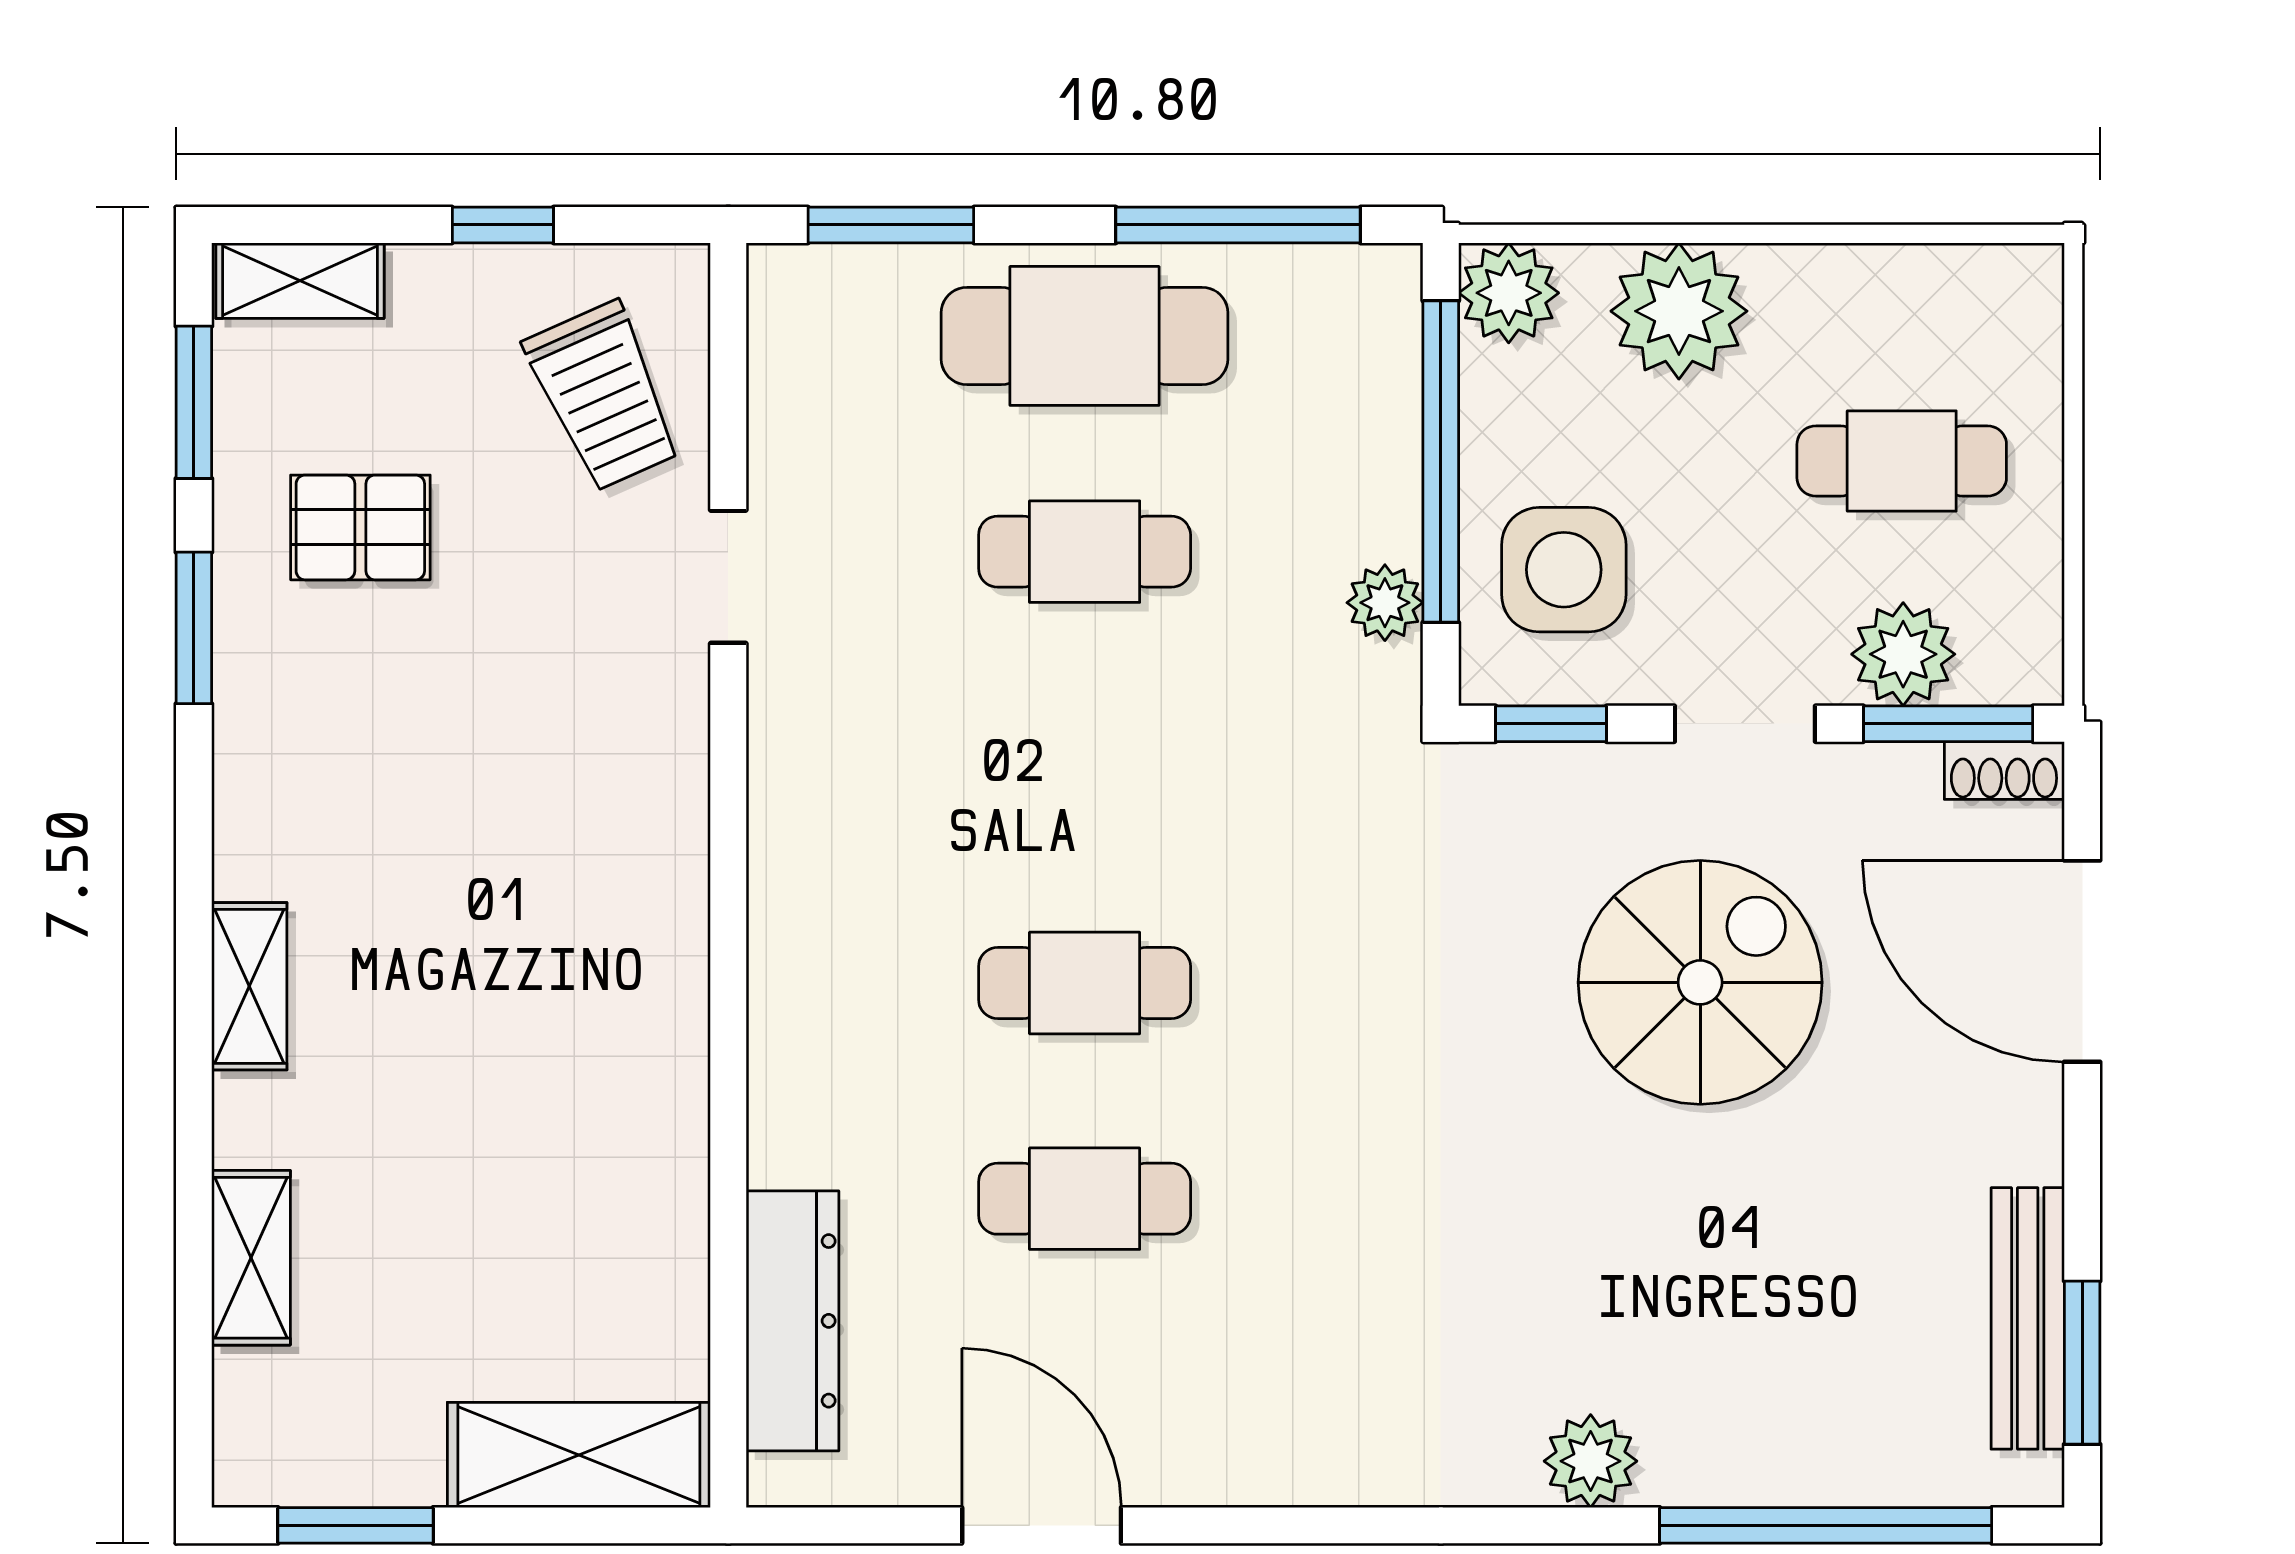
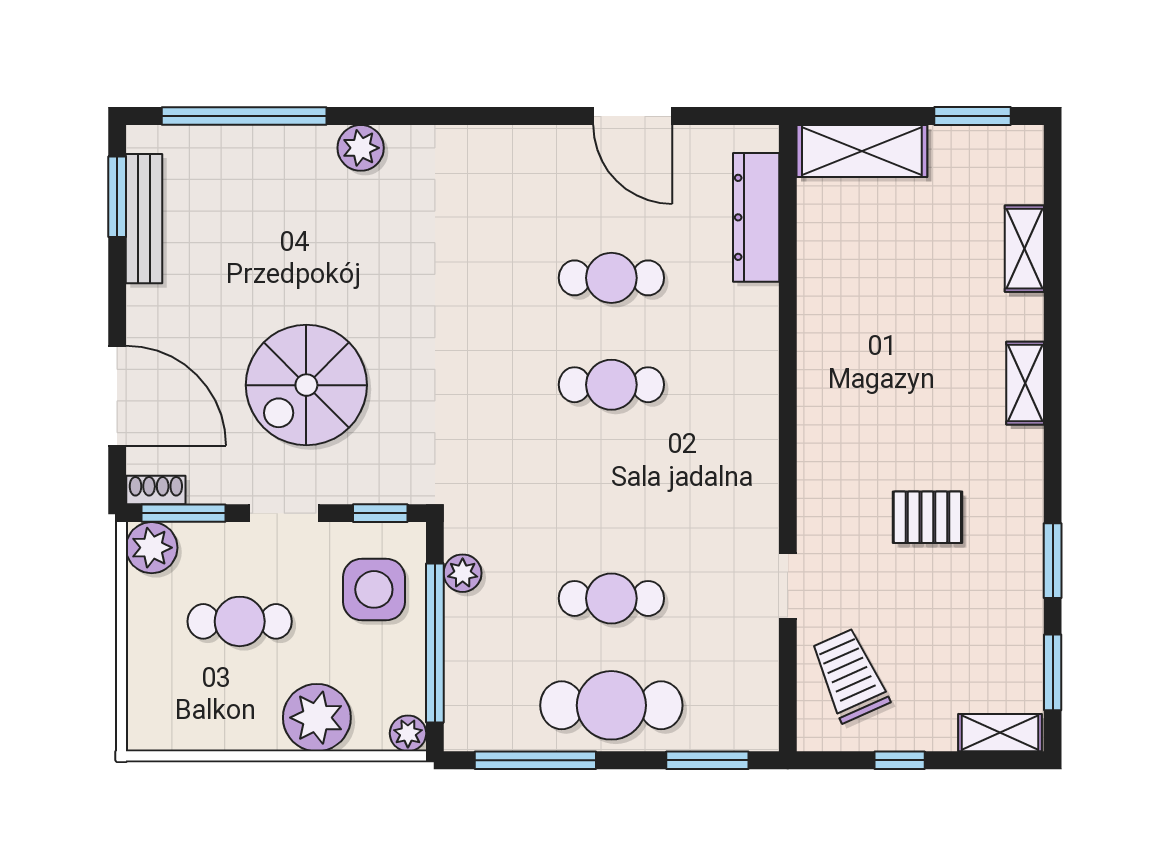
plant: (1509, 293) -> (408, 733), width x0.73, depth x0.73
cafe table: (1902, 461) -> (240, 621), moved
pallet: (360, 527) -> (927, 517), moved
plant: (1903, 654) -> (152, 548), moved

